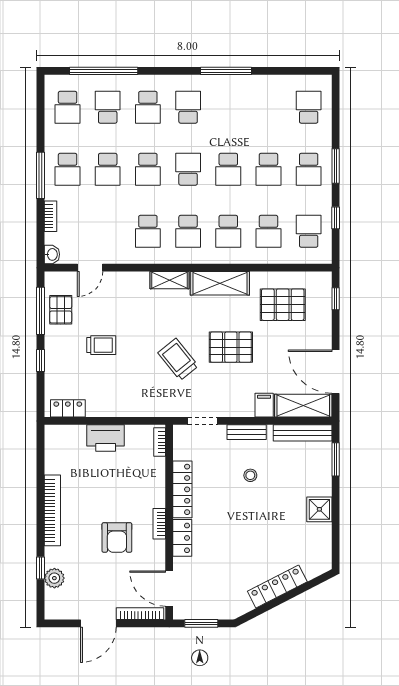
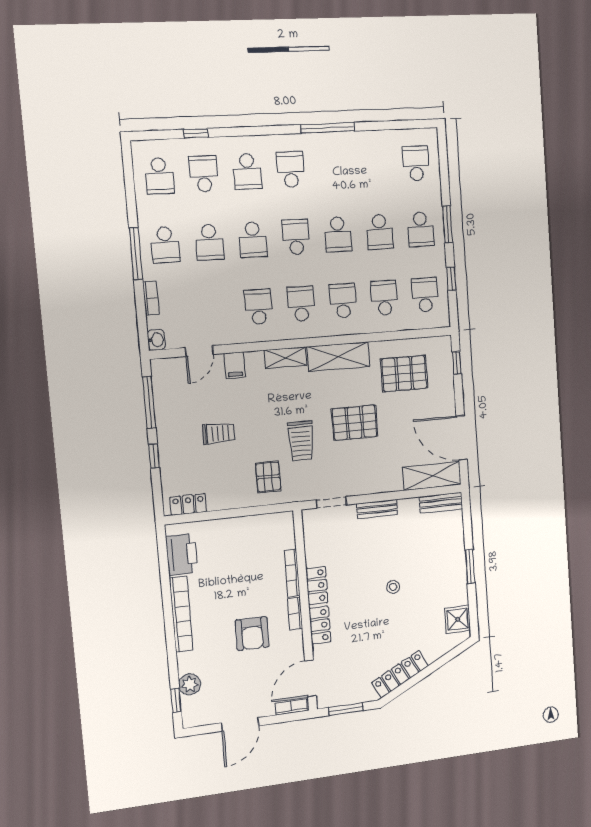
window: (104, 71) -> (196, 133), width x0.32
school desk: (148, 231) -> (258, 307), turned 180
school desk: (188, 231) -> (301, 304), turned 180
school desk: (228, 231) -> (343, 301), turned 180
school desk: (268, 231) -> (384, 298), turned 180
pallet: (61, 310) -> (268, 477), moved
trolley: (178, 359) -> (301, 441), turned -141
filing cabinet: (264, 405) -> (235, 365), moved, turned 180
bench: (303, 433) -> (441, 503), width x0.73
printer: (106, 438) -> (182, 554), moved, turned -90
bookcase: (160, 442) -> (292, 573), moved, width x1.56
window: (336, 459) -> (470, 566), moved
stool: (250, 475) -> (393, 587), moved
locker: (182, 489) -> (317, 586), width x0.66
shower: (319, 509) -> (458, 619), moved
window: (40, 568) -> (176, 700), moved
locker: (277, 586) -> (400, 674), moved
door: (169, 589) -> (311, 678), hinge flipped
bookcase: (140, 614) -> (291, 707), width x0.64

